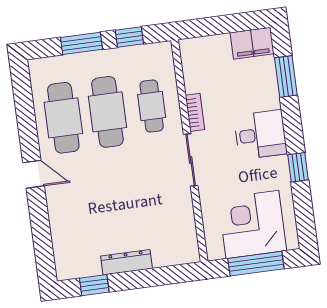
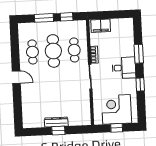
filing cabinet: (252, 43) -> (101, 26), moved
window: (286, 77) -> (139, 54), moved
cafe table: (63, 118) -> (32, 52), width x0.73, depth x0.74
window: (256, 264) -> (117, 128), width x0.46
window: (94, 285) -> (58, 131), moved

